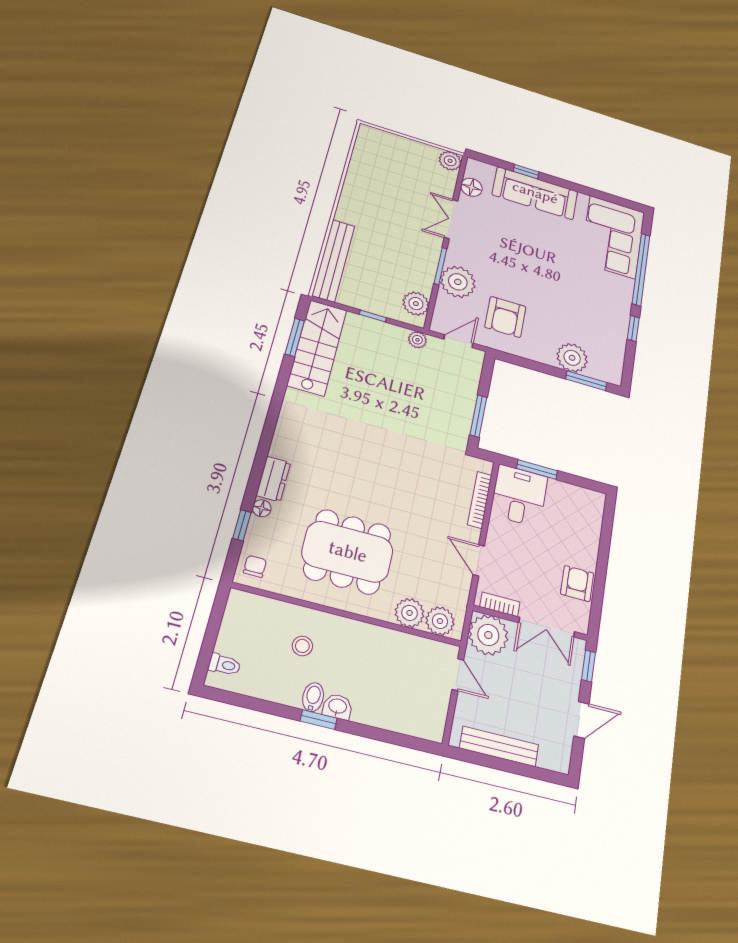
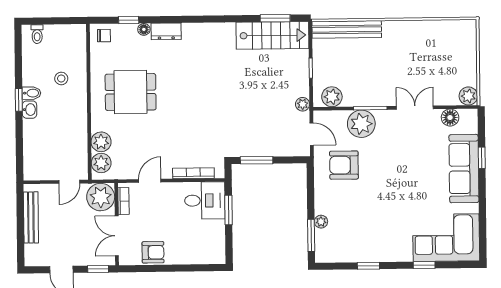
window: (641, 269) -> (424, 265), width x0.32
plant: (572, 358) -> (321, 222), width x0.53, depth x0.53
dining table: (348, 552) -> (131, 92), width x0.73

